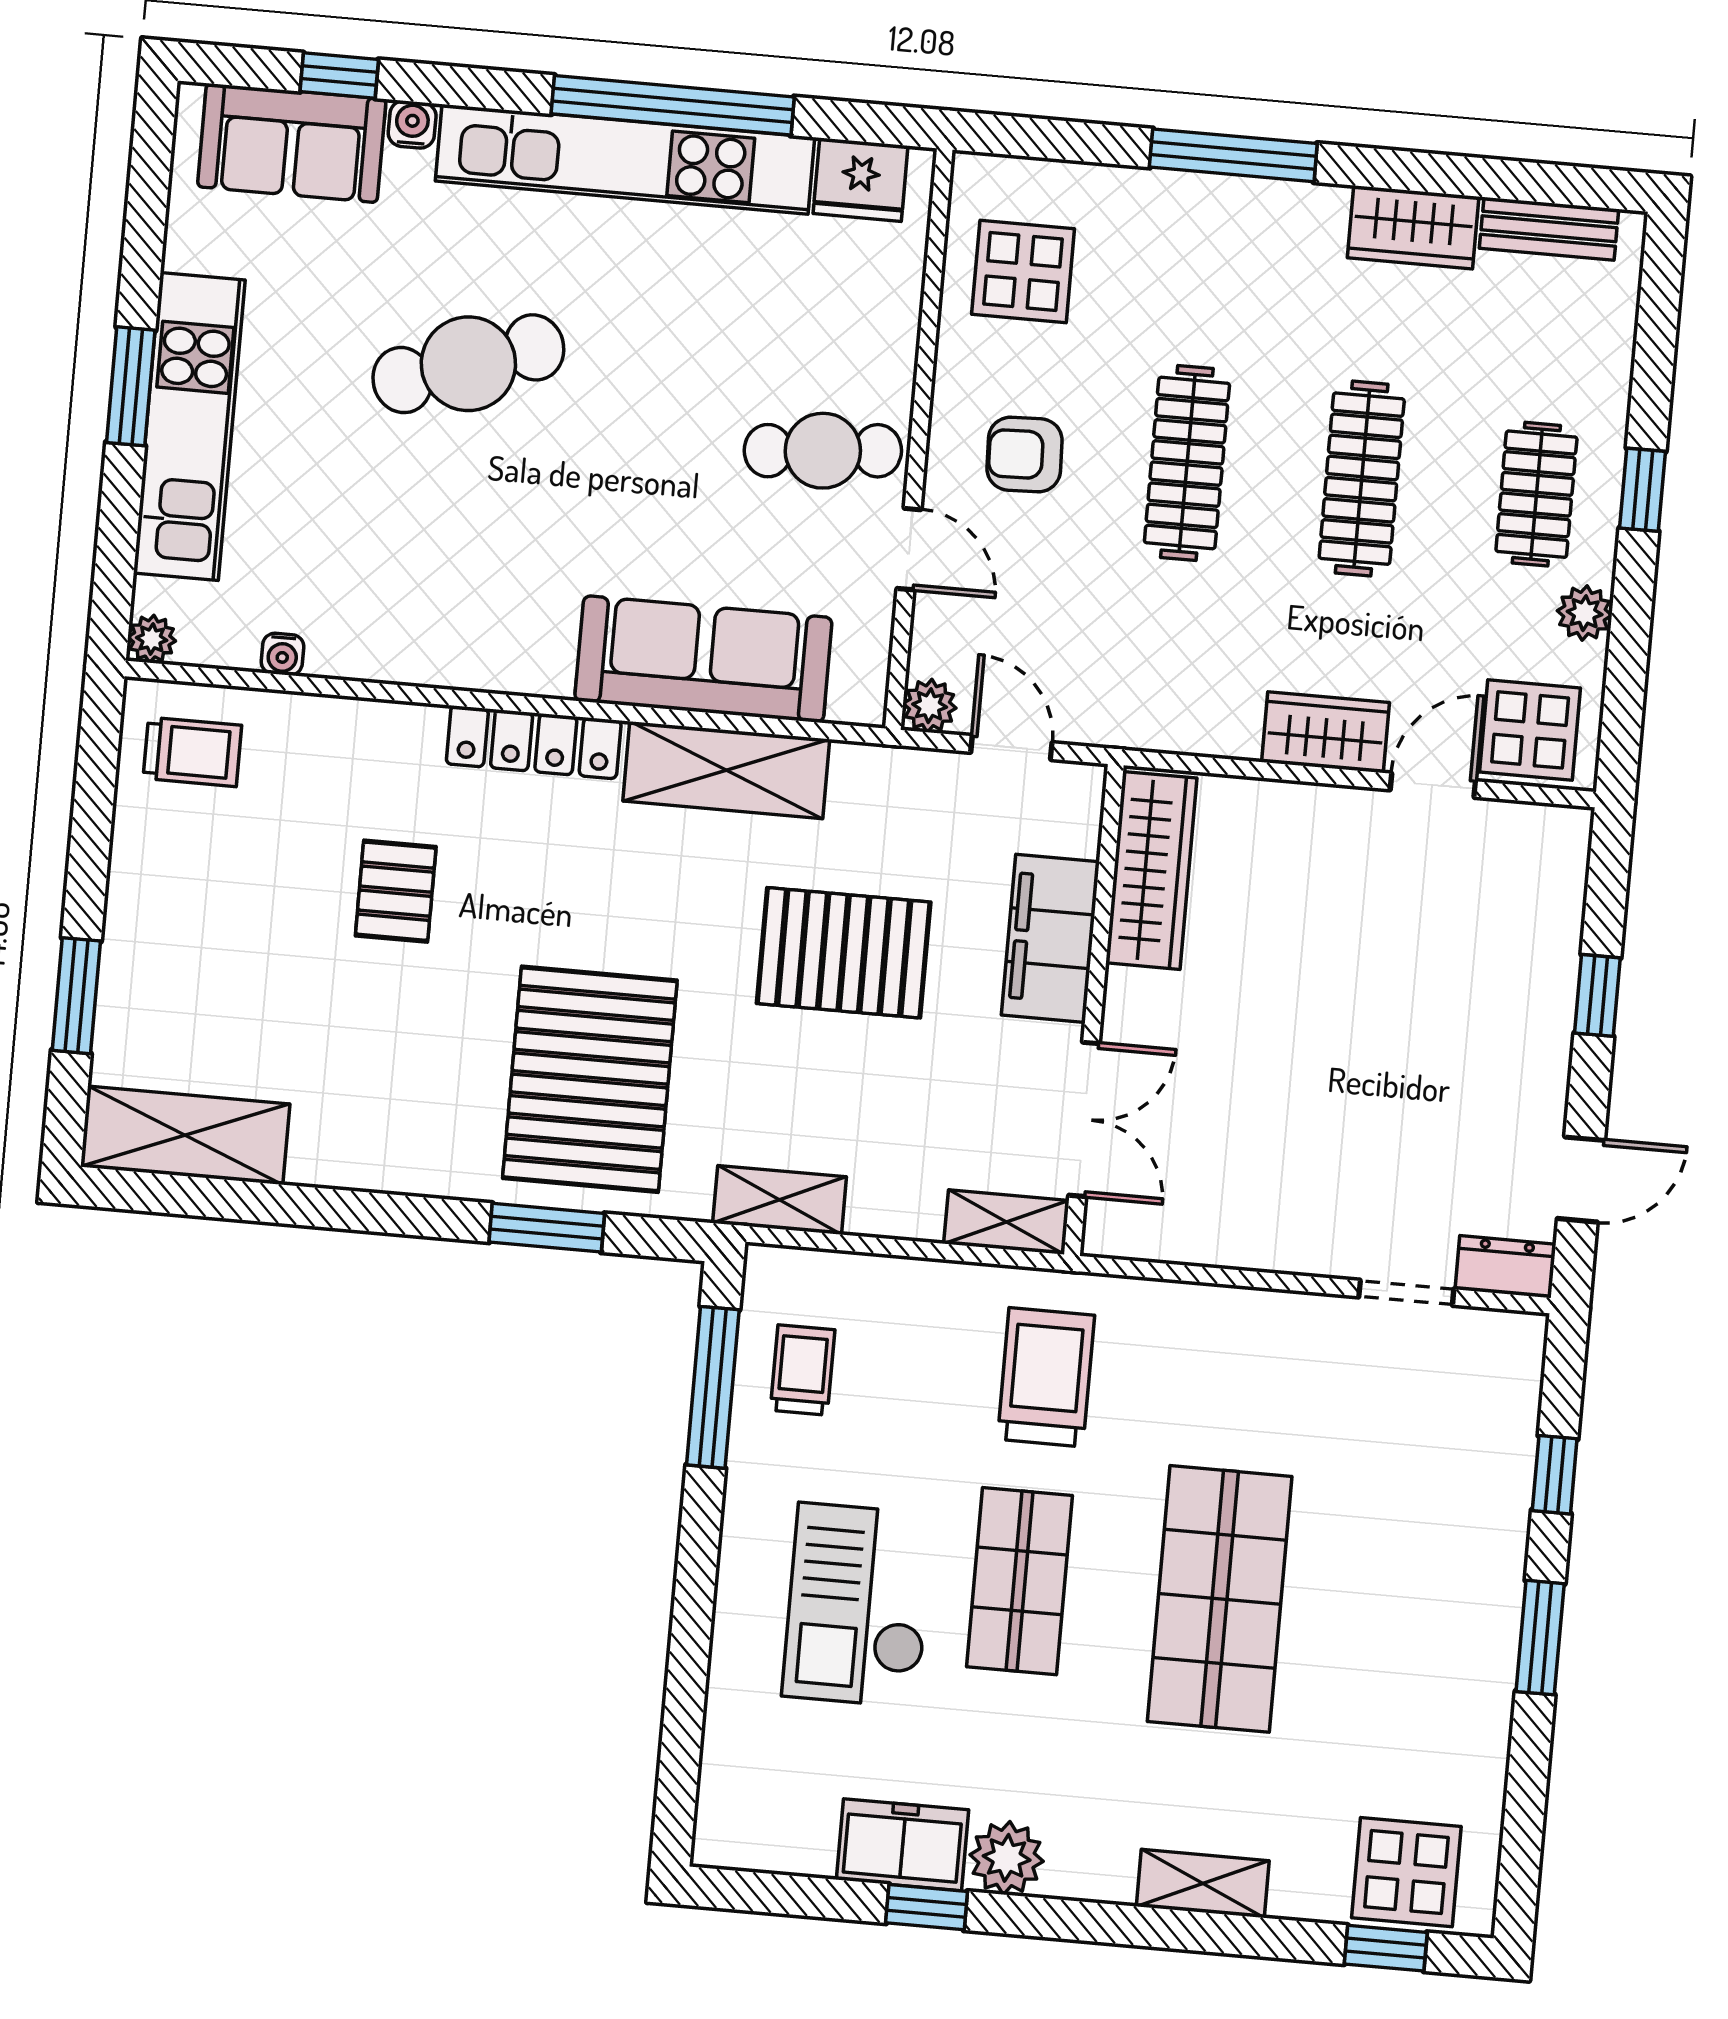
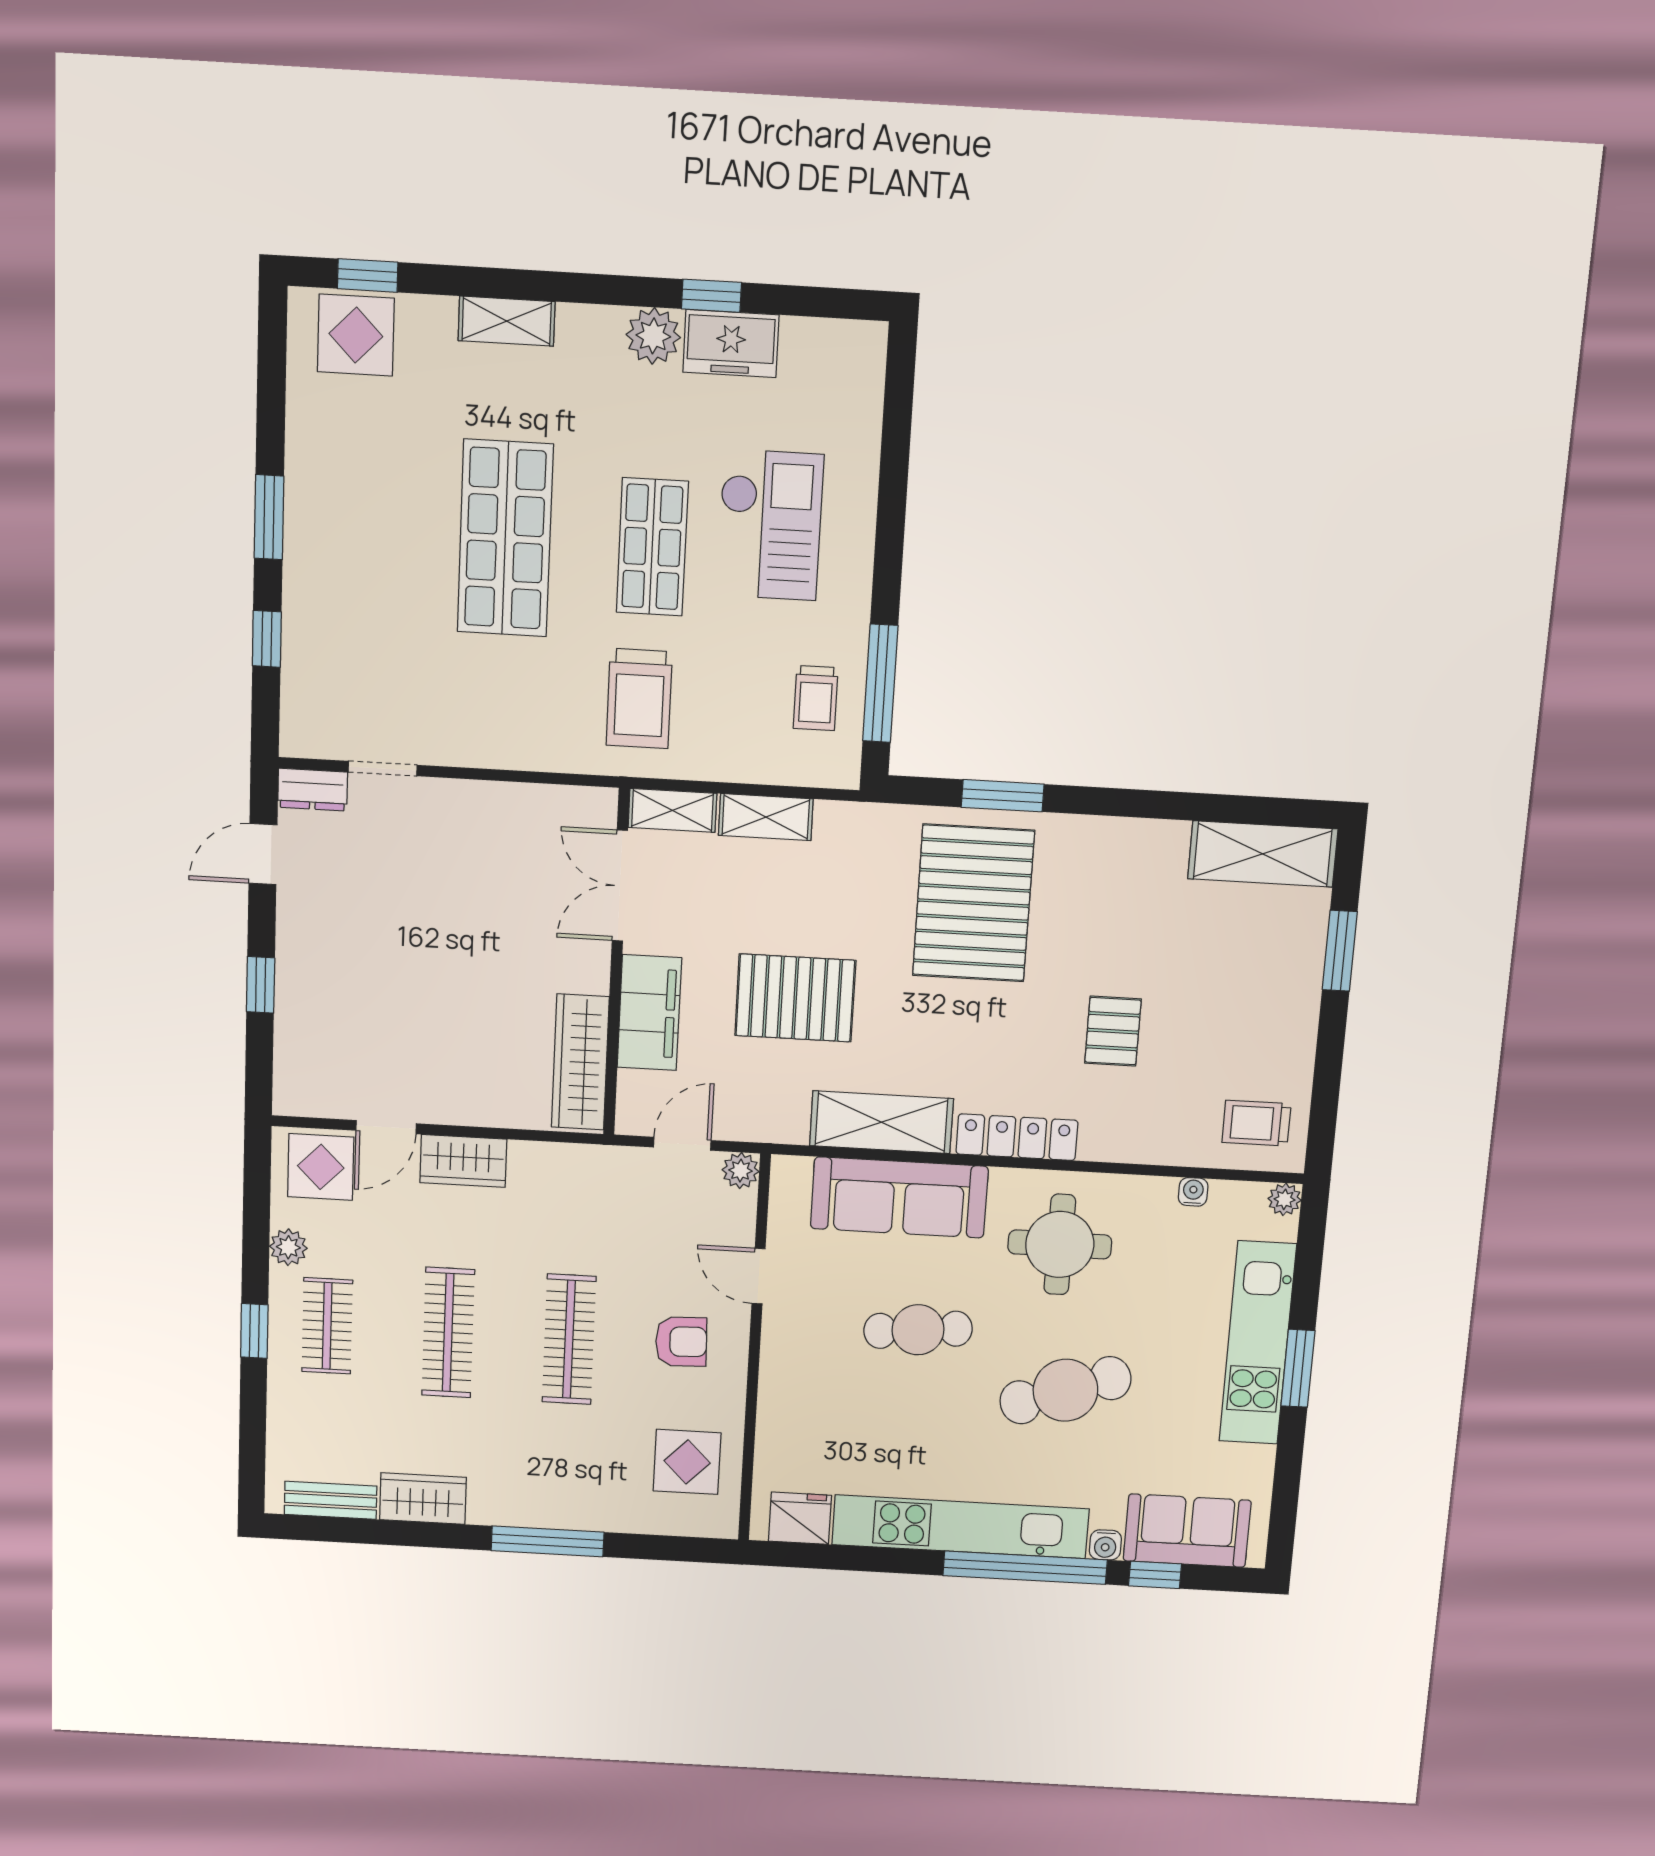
window: (673, 105) -> (1025, 1568), moved
cafe table: (823, 451) -> (918, 1330), moved
round table: (474, 583) -> (1060, 1244), added
door: (1011, 748) -> (682, 1144), swing flipped
shelving: (780, 1200) -> (766, 817), moved

